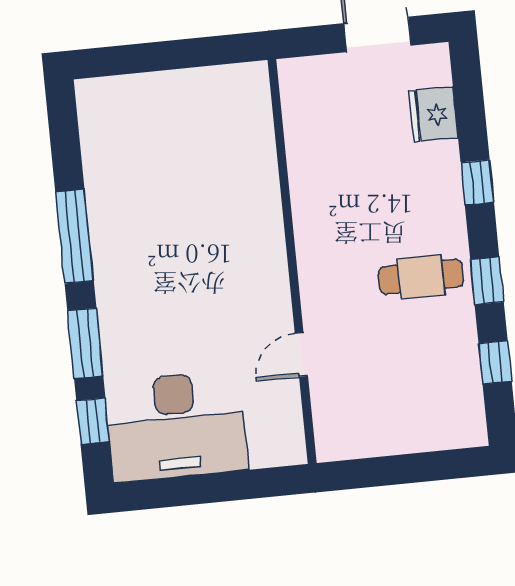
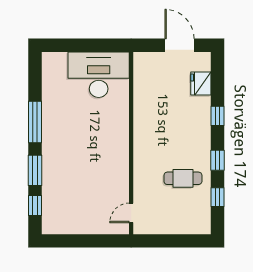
cafe table: (421, 277) -> (183, 178), moved
door: (301, 355) -> (131, 213), moved
desk: (176, 426) -> (99, 75), moved, turned 180

